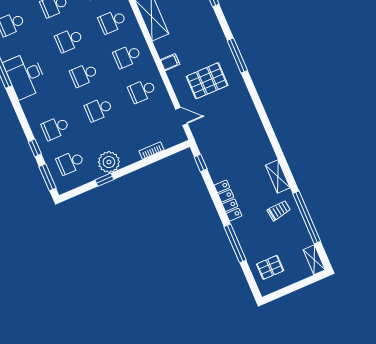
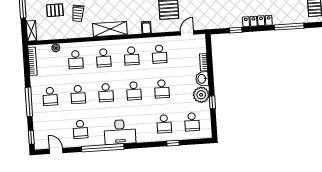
washbasin: (130, 156) -> (202, 79), added
window: (201, 163) -> (236, 30), moved
window: (47, 177) -> (197, 142), removed

